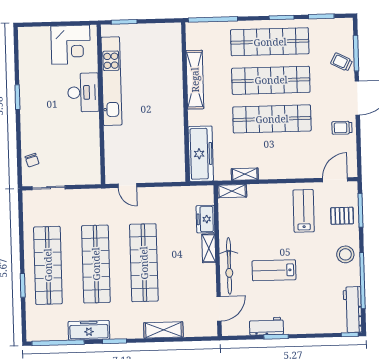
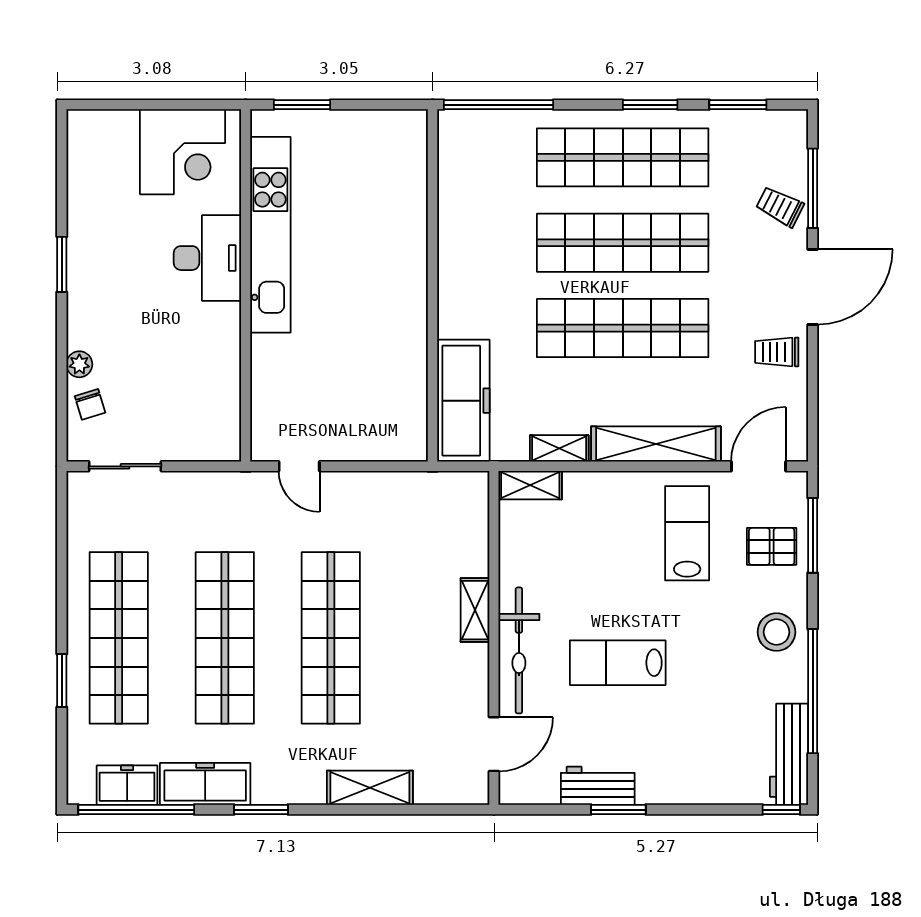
shelving: (195, 80) -> (656, 444), moved, turned 90
plant: (27, 142) -> (79, 364), added
freezer: (205, 219) -> (127, 785), moved, turned 90

